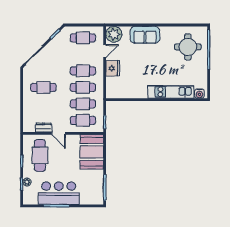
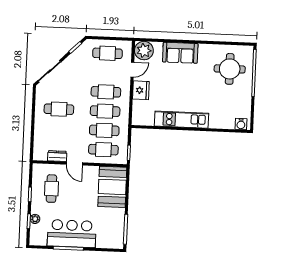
kitchen unit: (171, 92) -> (182, 120), moved
cafe table: (40, 155) -> (51, 189), width x0.73, depth x0.74

